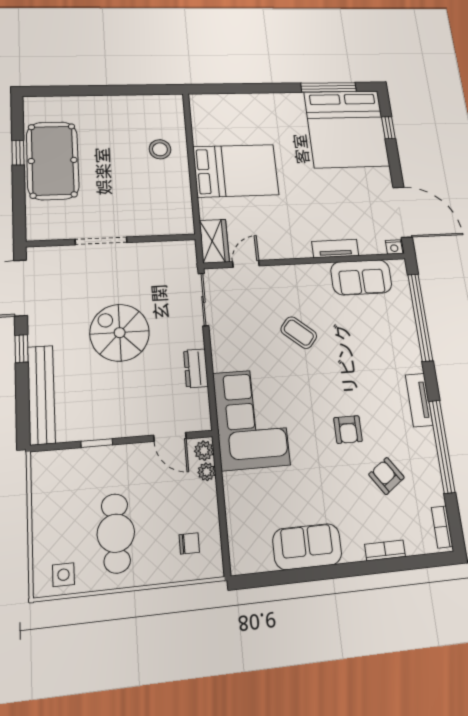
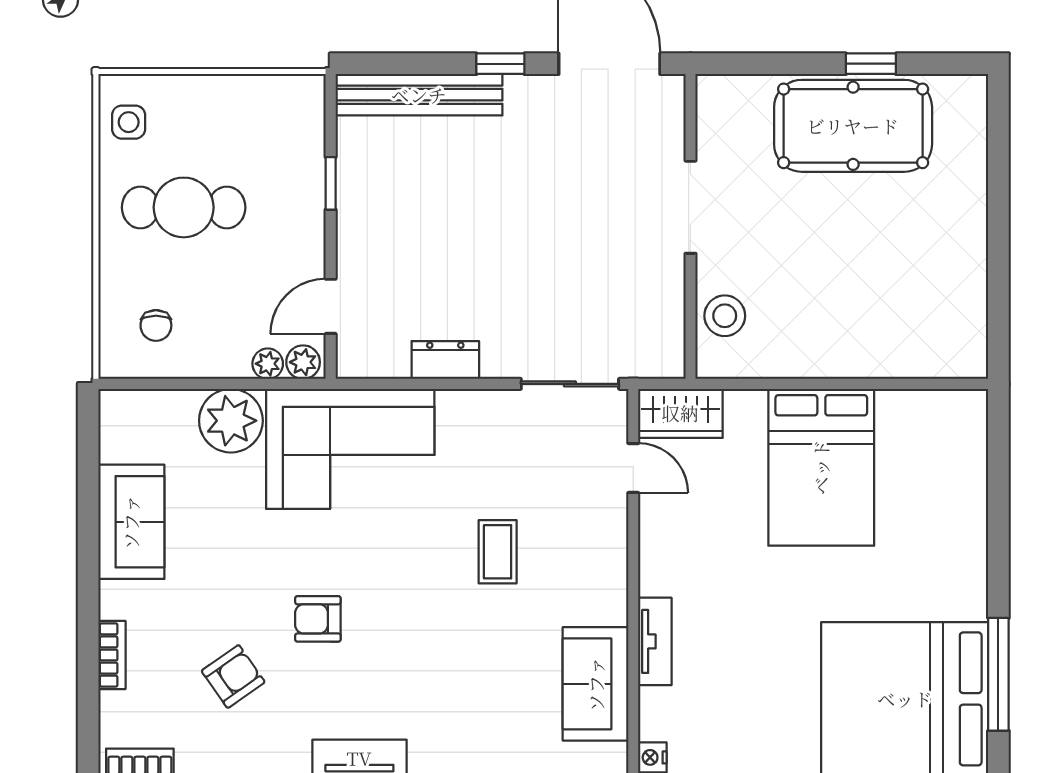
stool: (160, 149) -> (725, 316), moved
spiral stairs: (120, 333) -> (518, 231), removed
coffee table: (299, 333) -> (498, 552), turned -40
plant: (242, 491) -> (231, 421), added

